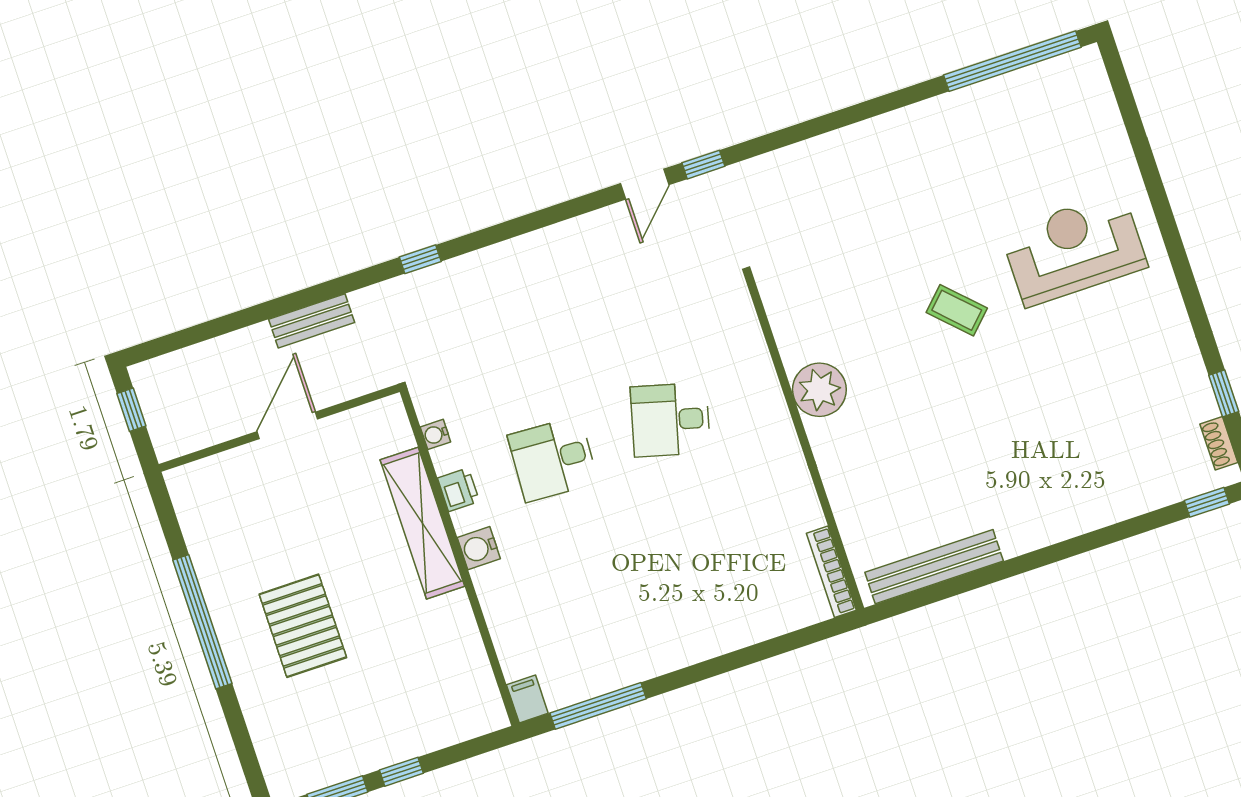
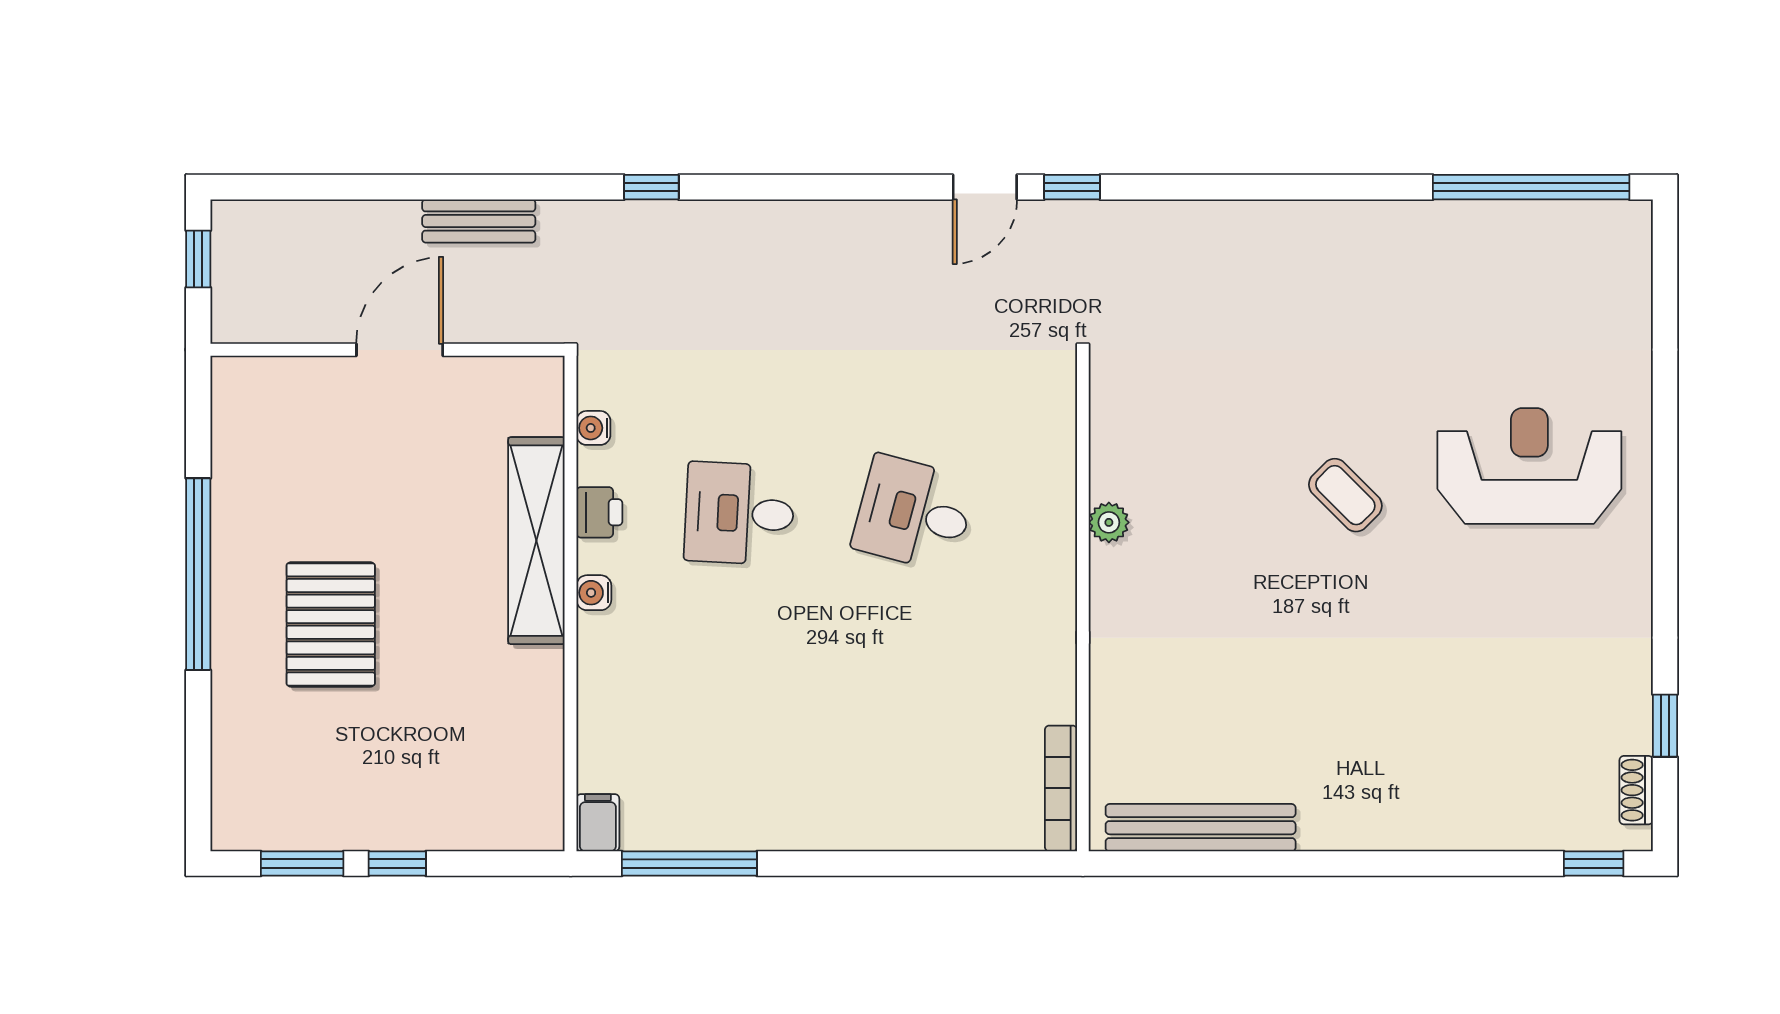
plant: (819, 390) -> (1109, 522), width x0.53, depth x0.53
water cooler: (479, 548) -> (594, 593), width x0.72, depth x0.72

